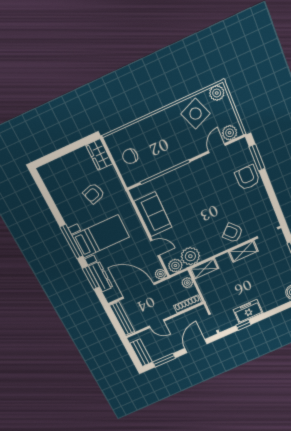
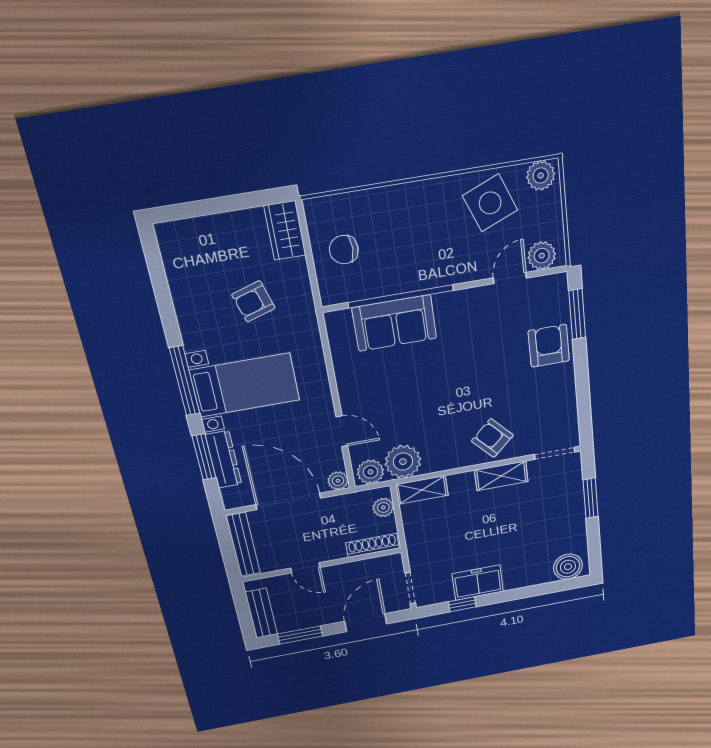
sofa: (153, 214) -> (394, 323), moved, turned 90

